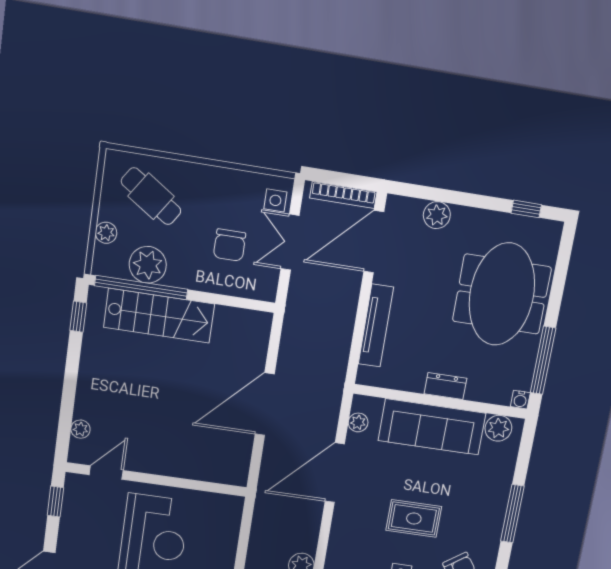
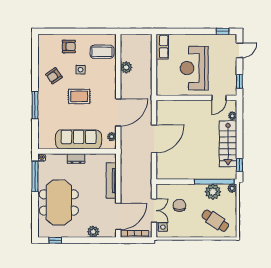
plant: (106, 233) -> (232, 188), moved
stairs: (159, 316) -> (228, 144), moved, turned -90
plant: (498, 428) -> (49, 143), removed

